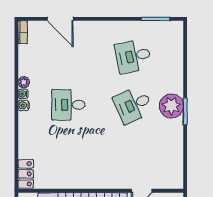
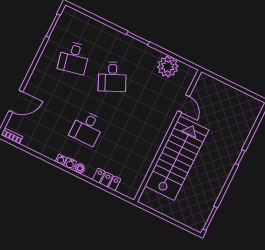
plant: (24, 82) -> (80, 168), moved
plant: (171, 106) -> (168, 67), moved
locker: (26, 174) -> (106, 179), moved

